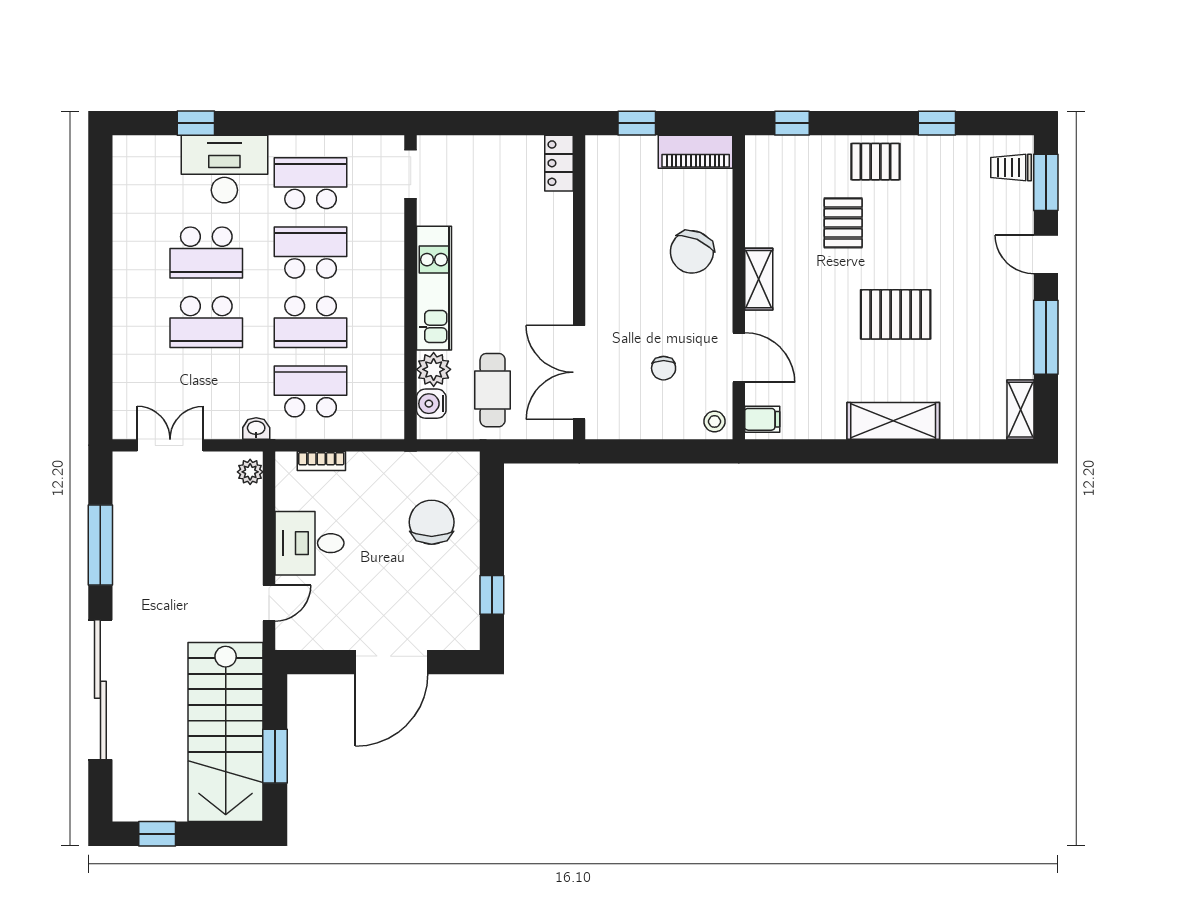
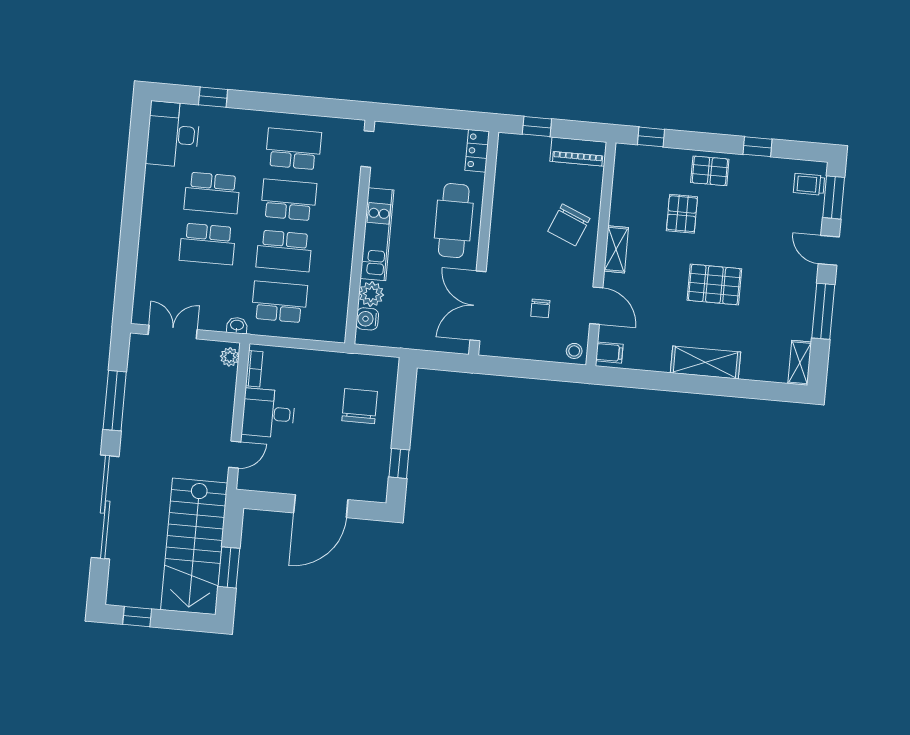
desk: (224, 169) -> (173, 134), moved, turned -90
cafe table: (493, 390) -> (454, 221), moved, width x1.37, depth x1.35
bookcase: (321, 461) -> (254, 369), moved, turned -90

